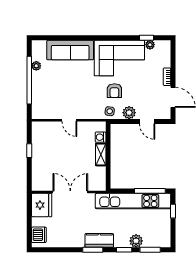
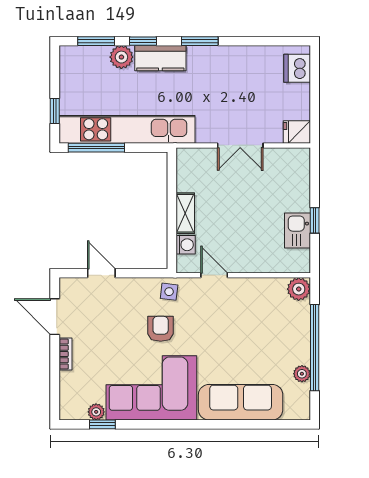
plant: (129, 113) -> (299, 289), moved
door: (69, 120) -> (214, 275), moved
kitchen sink: (39, 145) -> (298, 231), added
double door: (70, 192) -> (240, 145), width x0.73
fridge: (42, 205) -> (297, 132), width x0.53, depth x0.75
kitchen counter: (99, 240) -> (160, 58), moved

